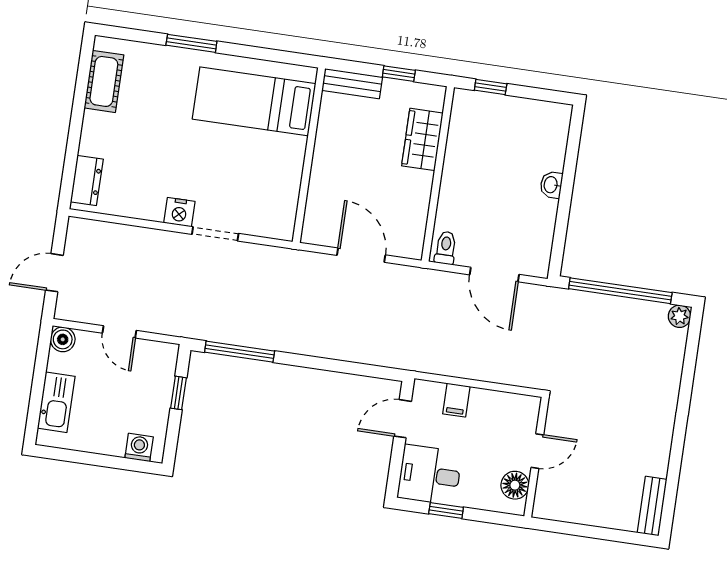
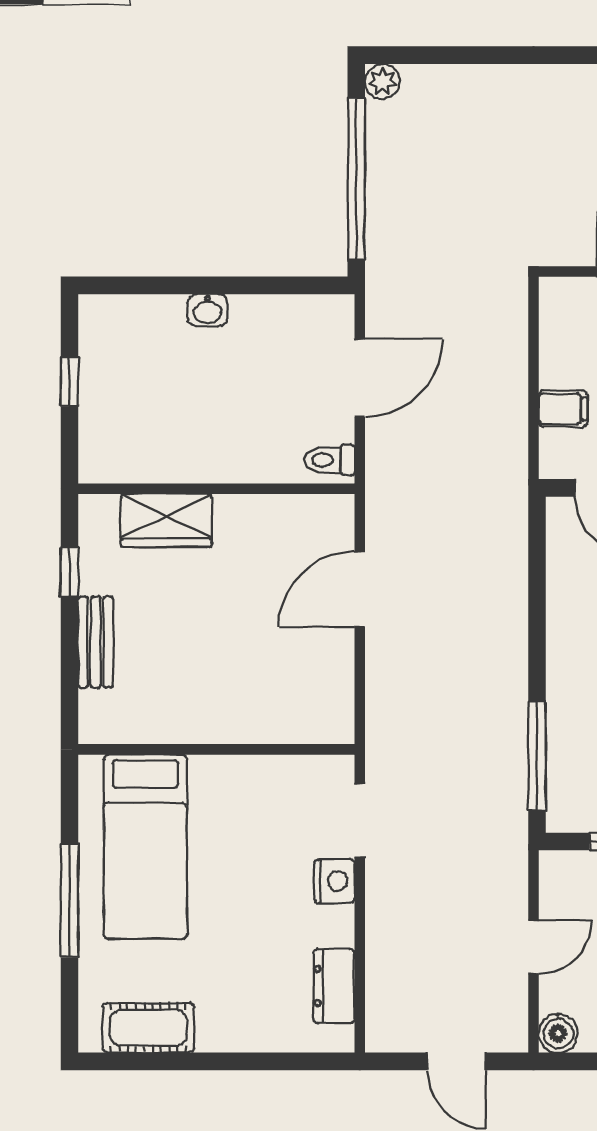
window: (191, 43) -> (70, 900), width x1.44
window: (491, 87) -> (70, 382), moved
bed: (254, 101) -> (145, 847), moved
wall: (309, 155) -> (216, 749), moved
dresser: (87, 180) -> (334, 986), moved, turned -90

